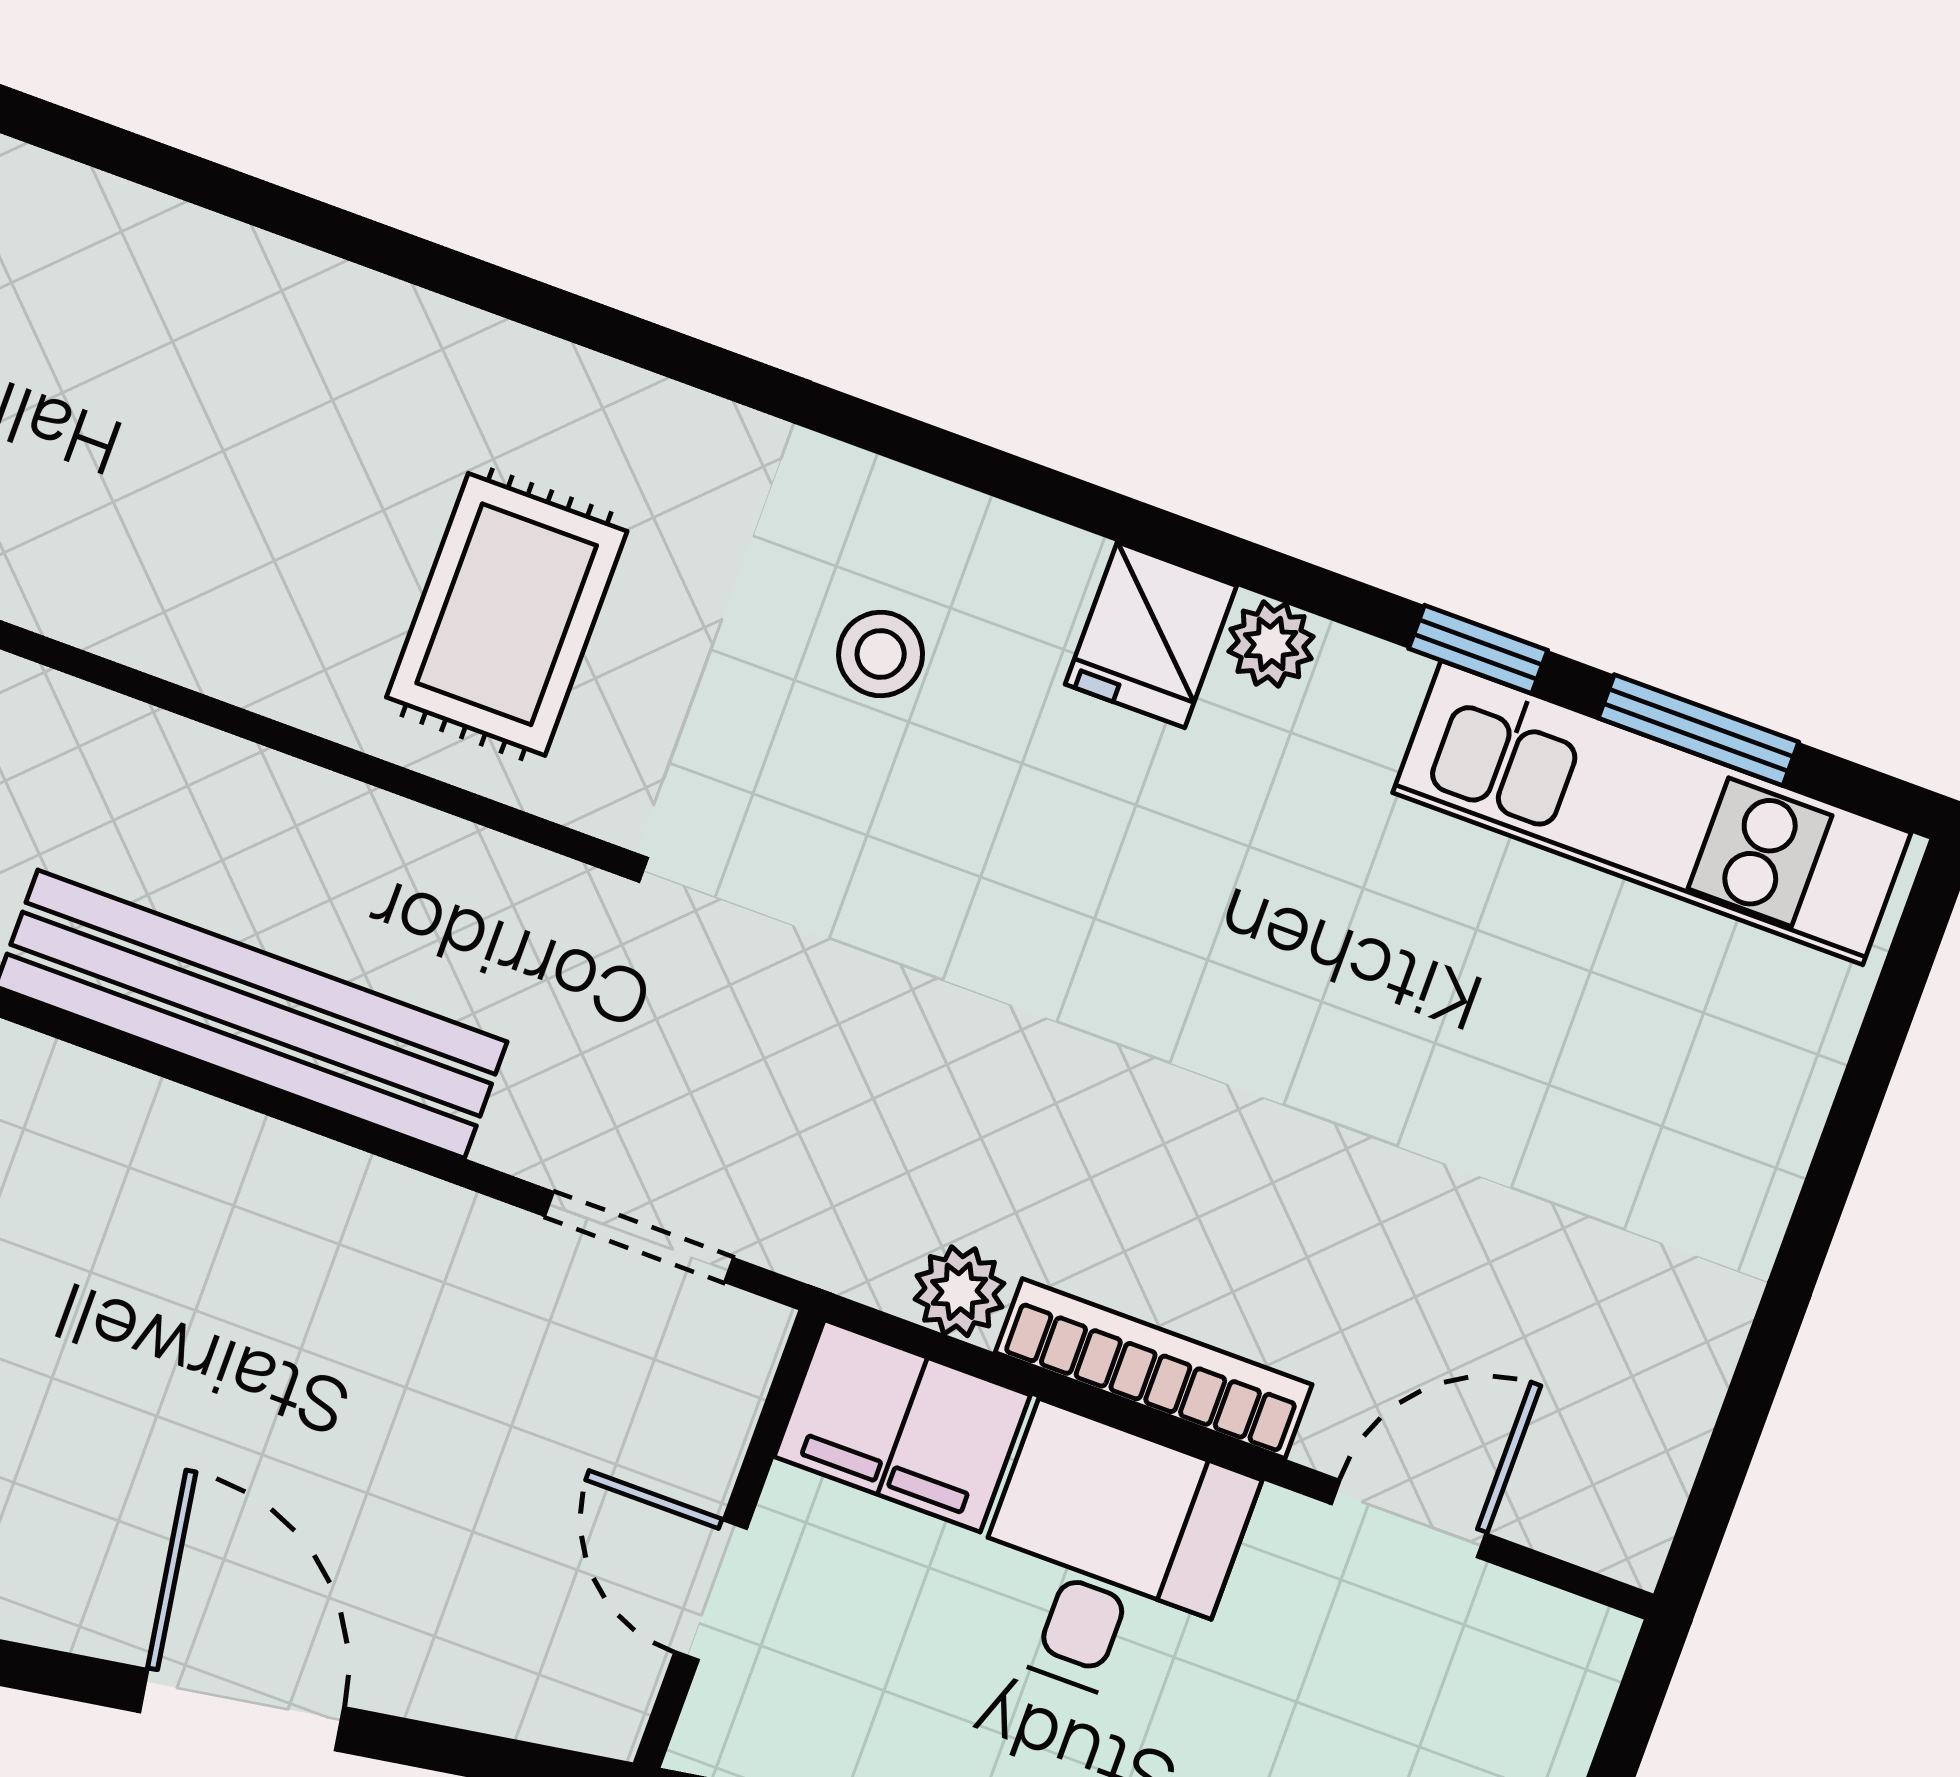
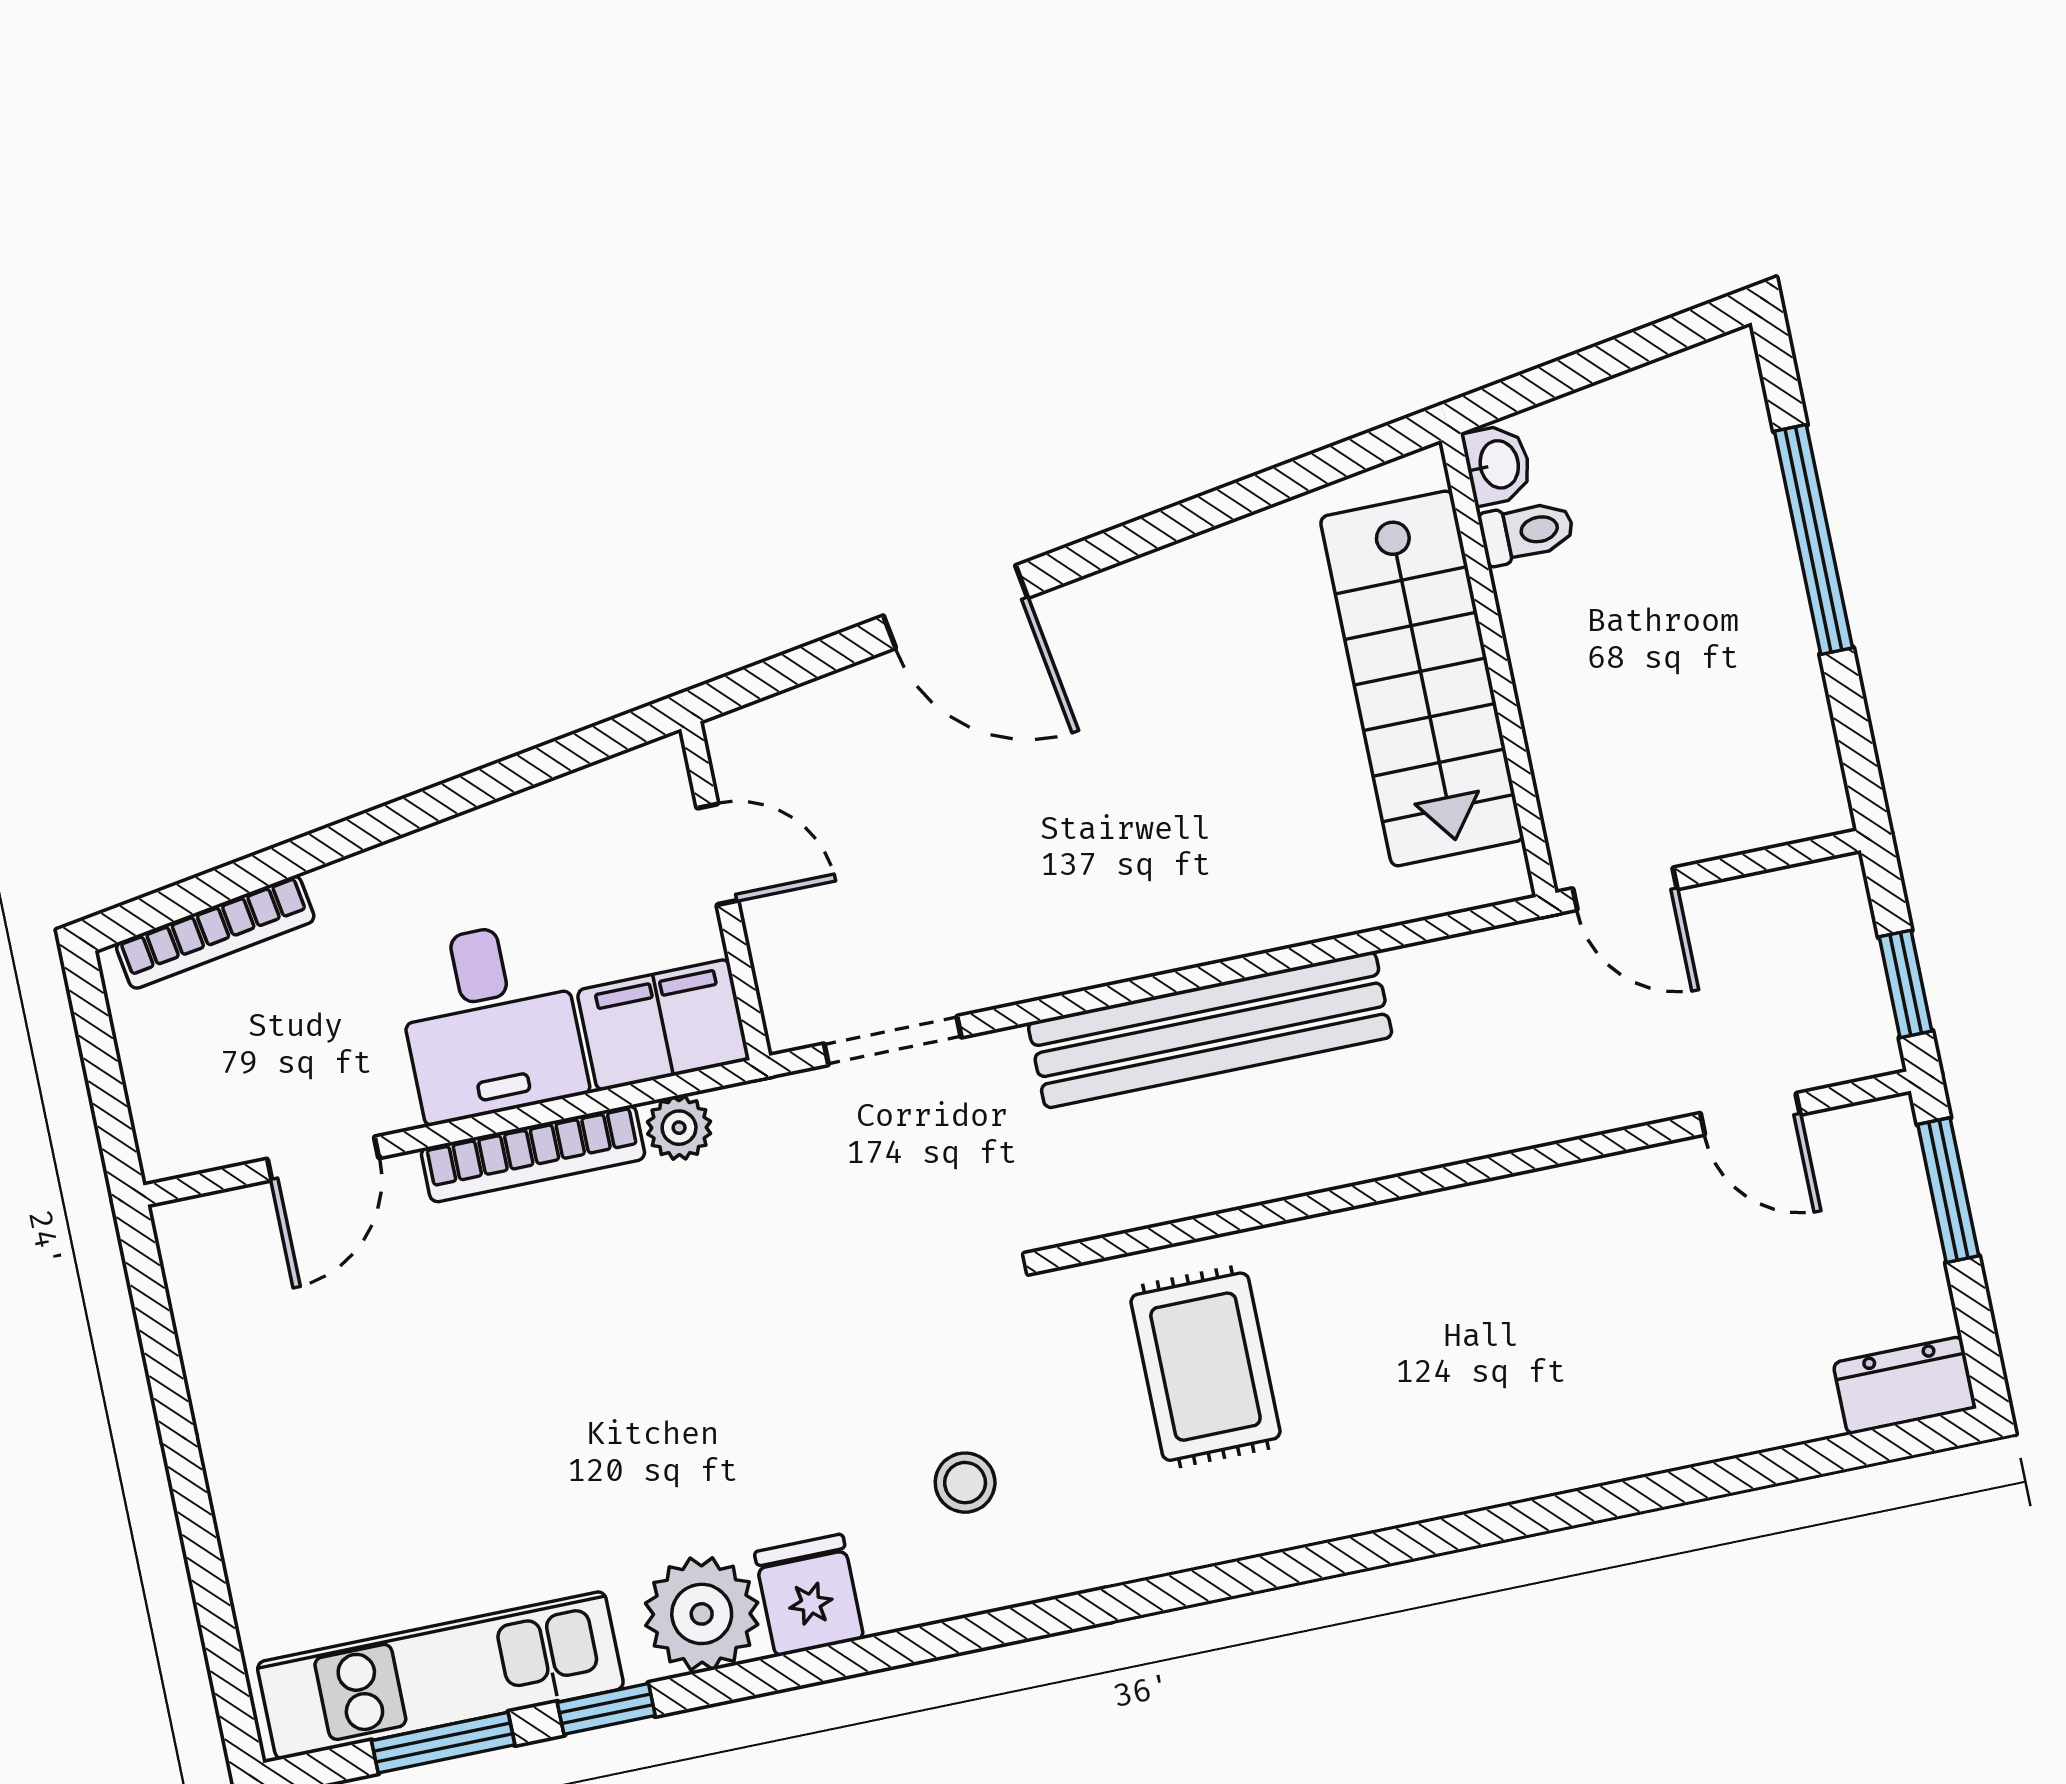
plant: (1271, 644) -> (702, 1614), width x1.87, depth x1.87

